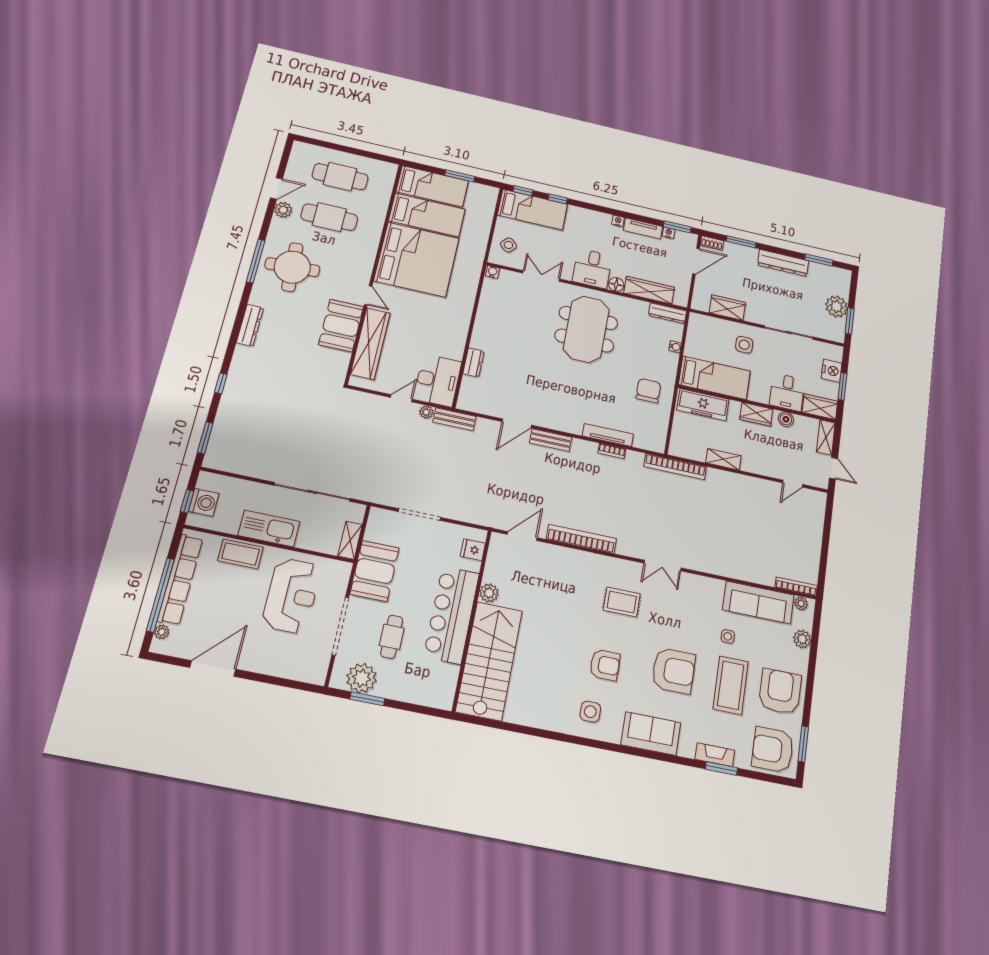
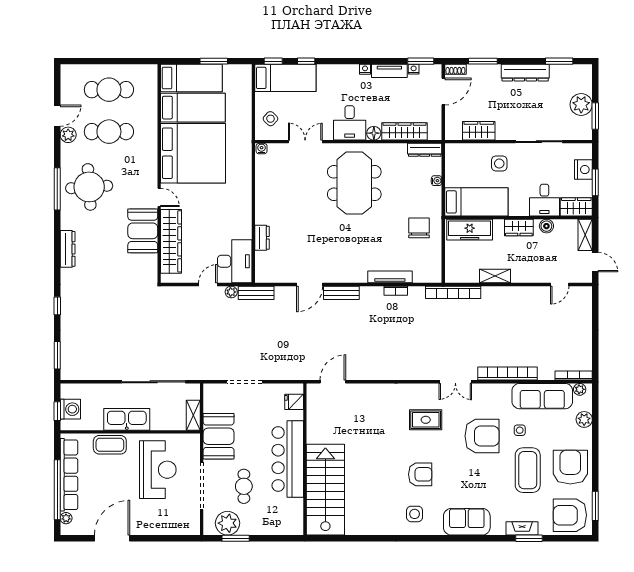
bookcase: (581, 539) -> (507, 374), moved
plant: (489, 593) -> (315, 435), removed
armchair: (674, 671) -> (482, 436), moved

